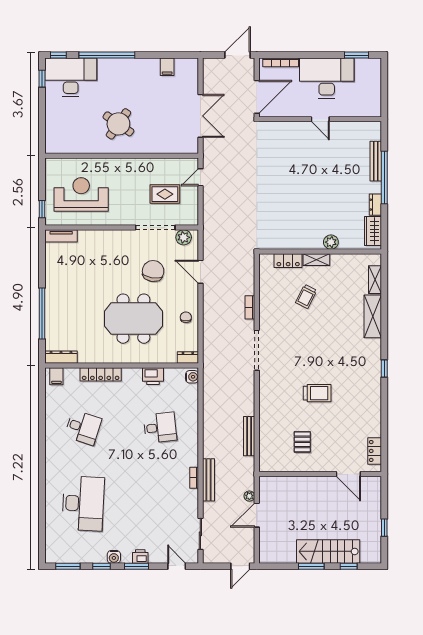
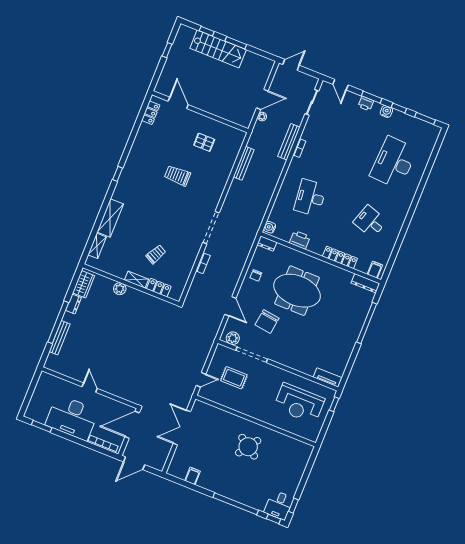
desk: (71, 77) -> (279, 505), width x0.53, depth x0.77
desk: (160, 428) -> (310, 198), width x1.37
pallet: (302, 442) -> (204, 142), turned 90

